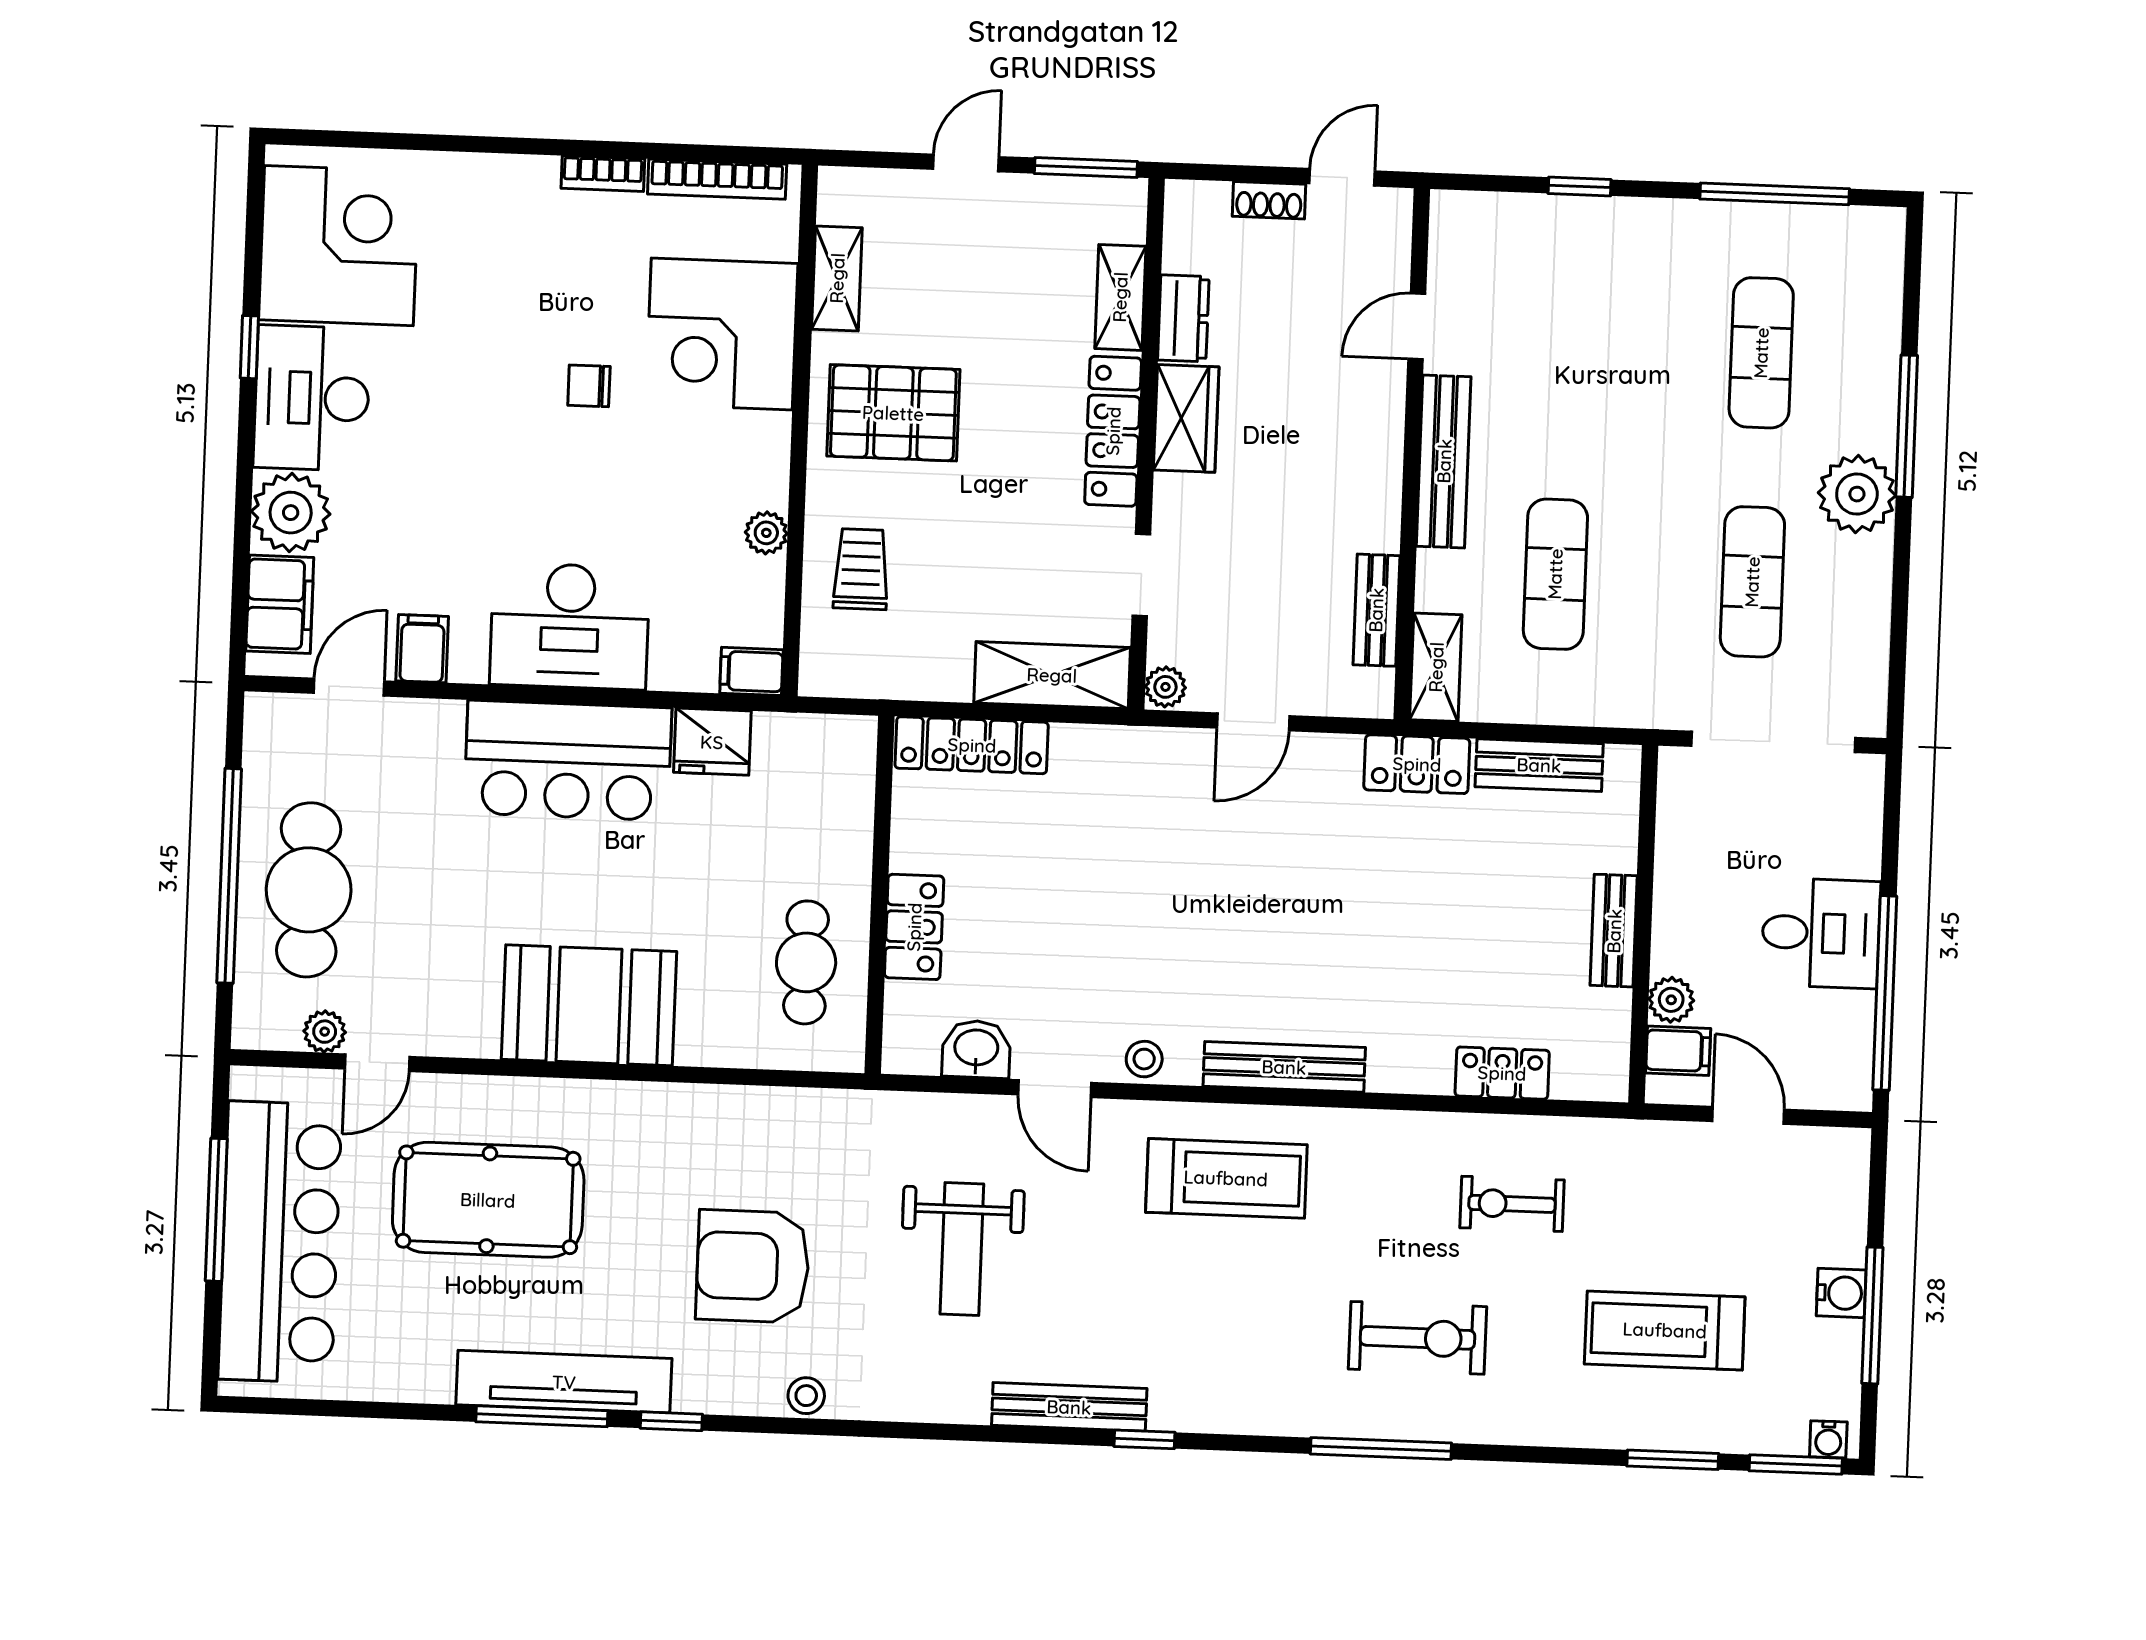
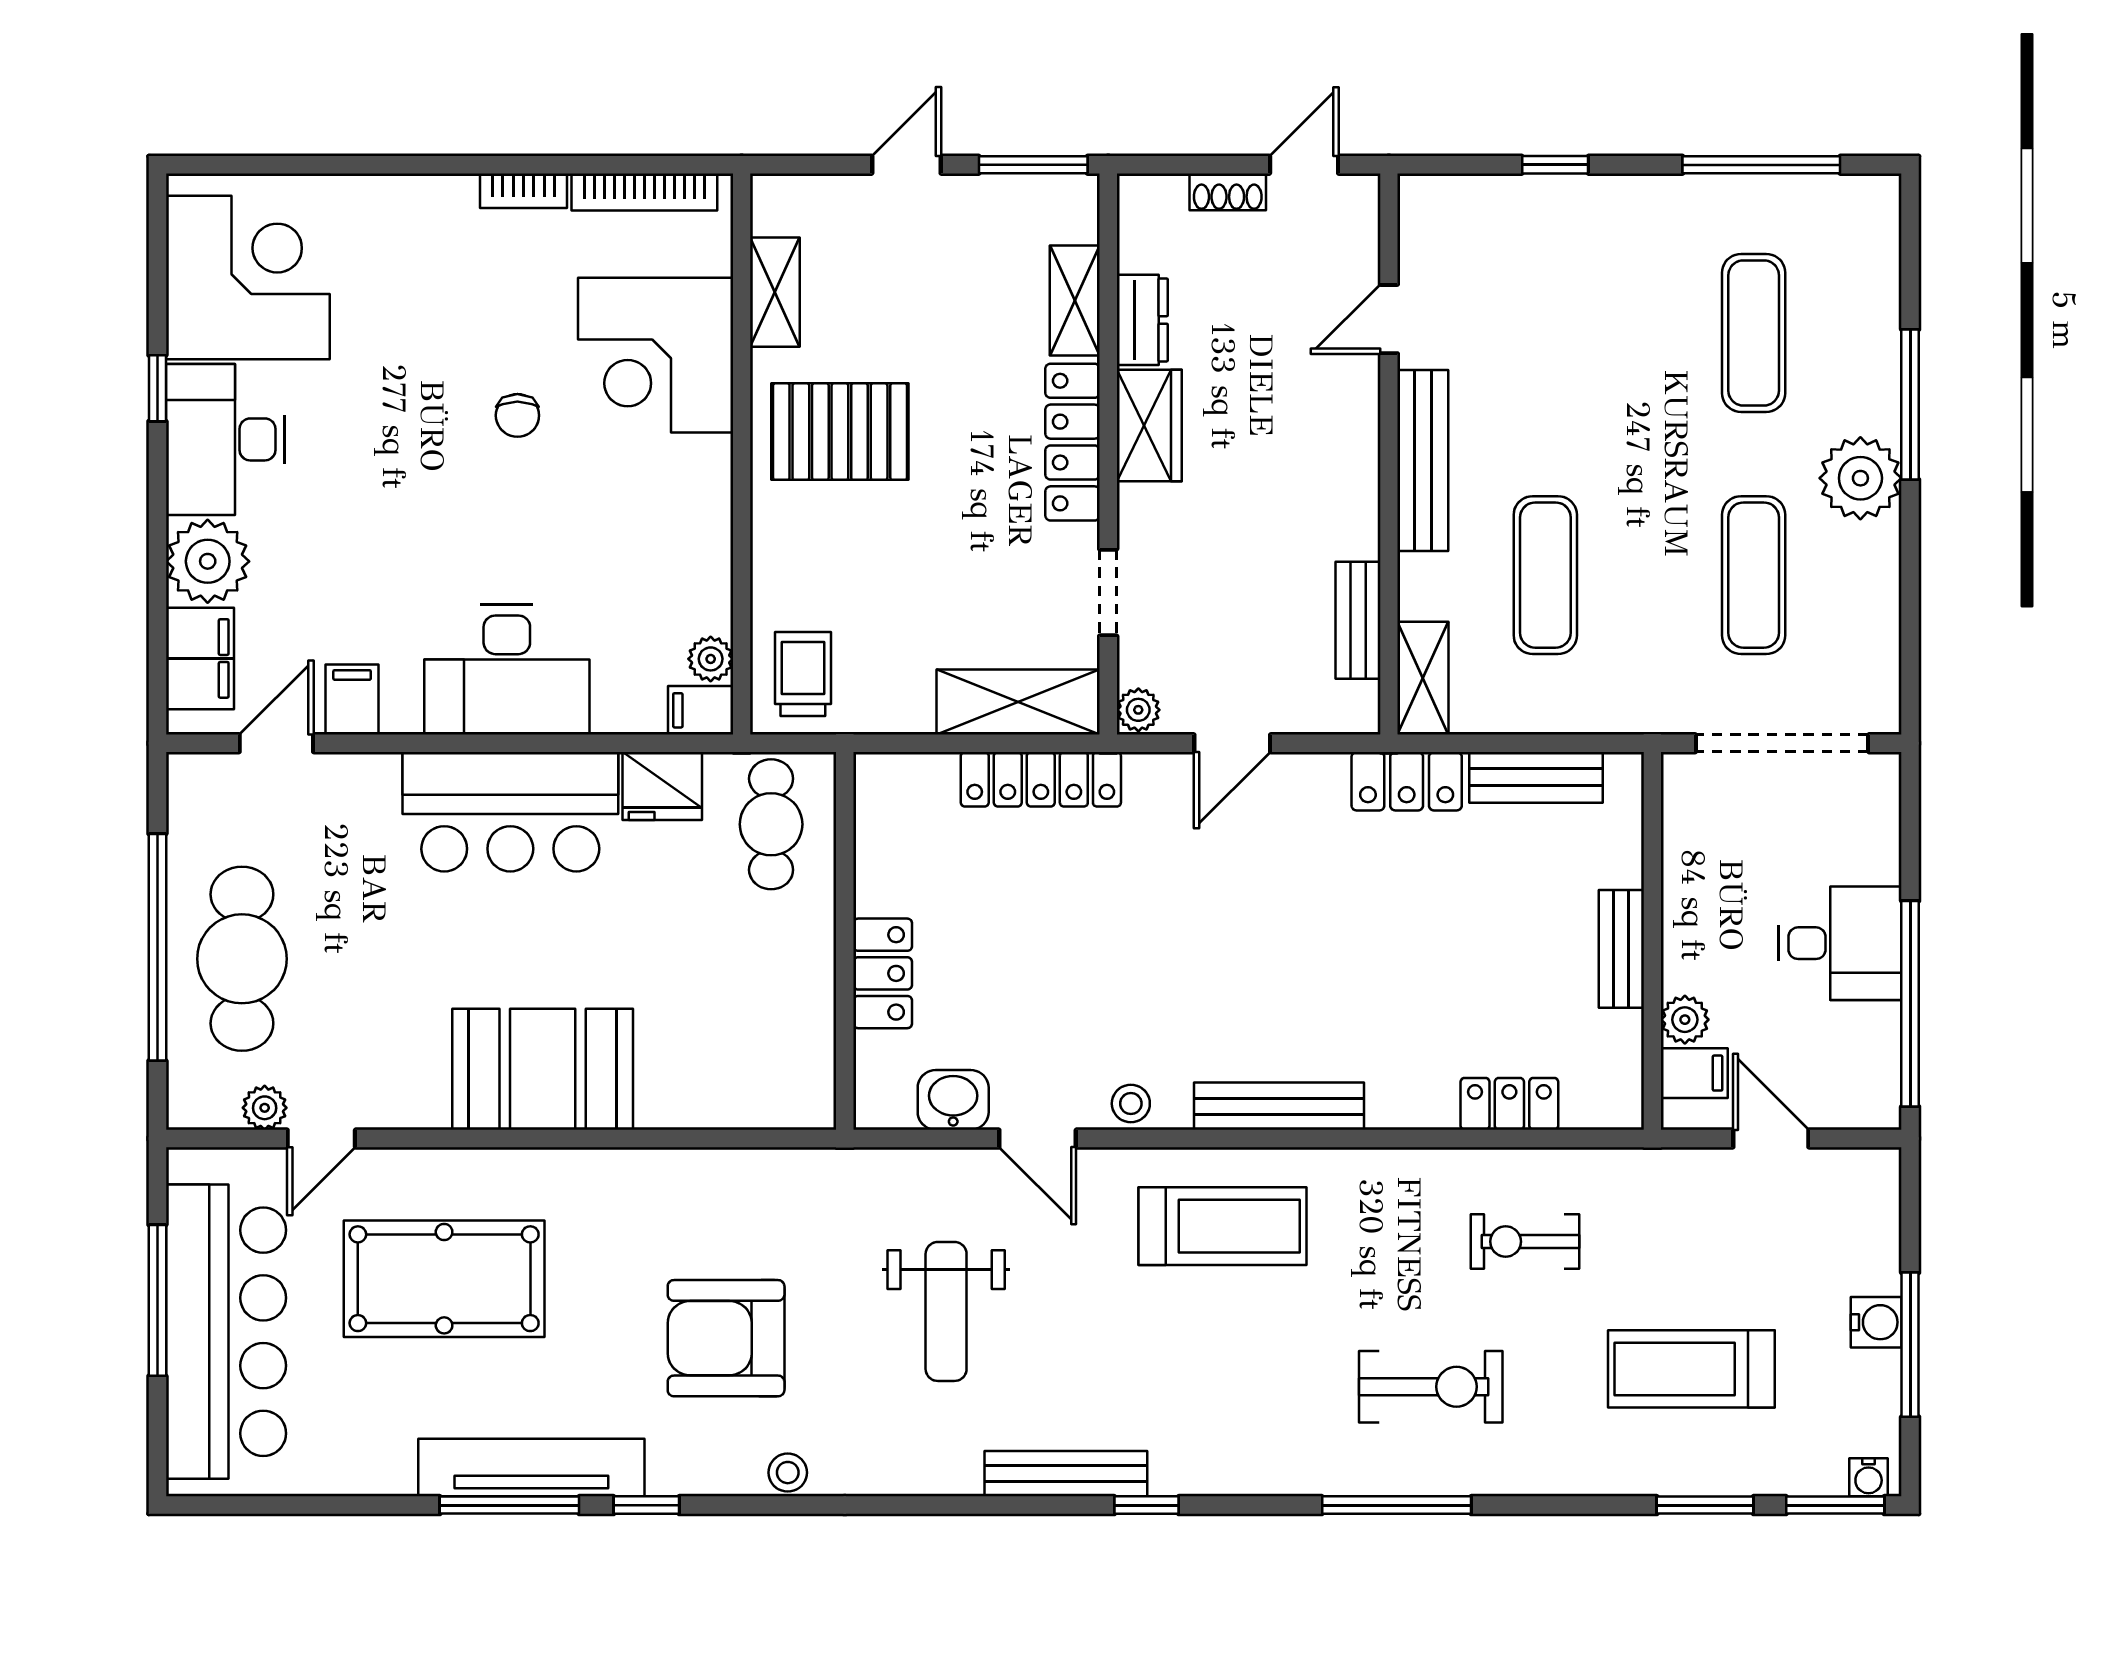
chair: (589, 386) -> (517, 415), turned -90
plant: (766, 533) -> (711, 659), moved
trolley: (861, 569) -> (803, 674), moved
locker: (972, 745) -> (1041, 779), moved
cafe table: (806, 962) -> (771, 824), moved

